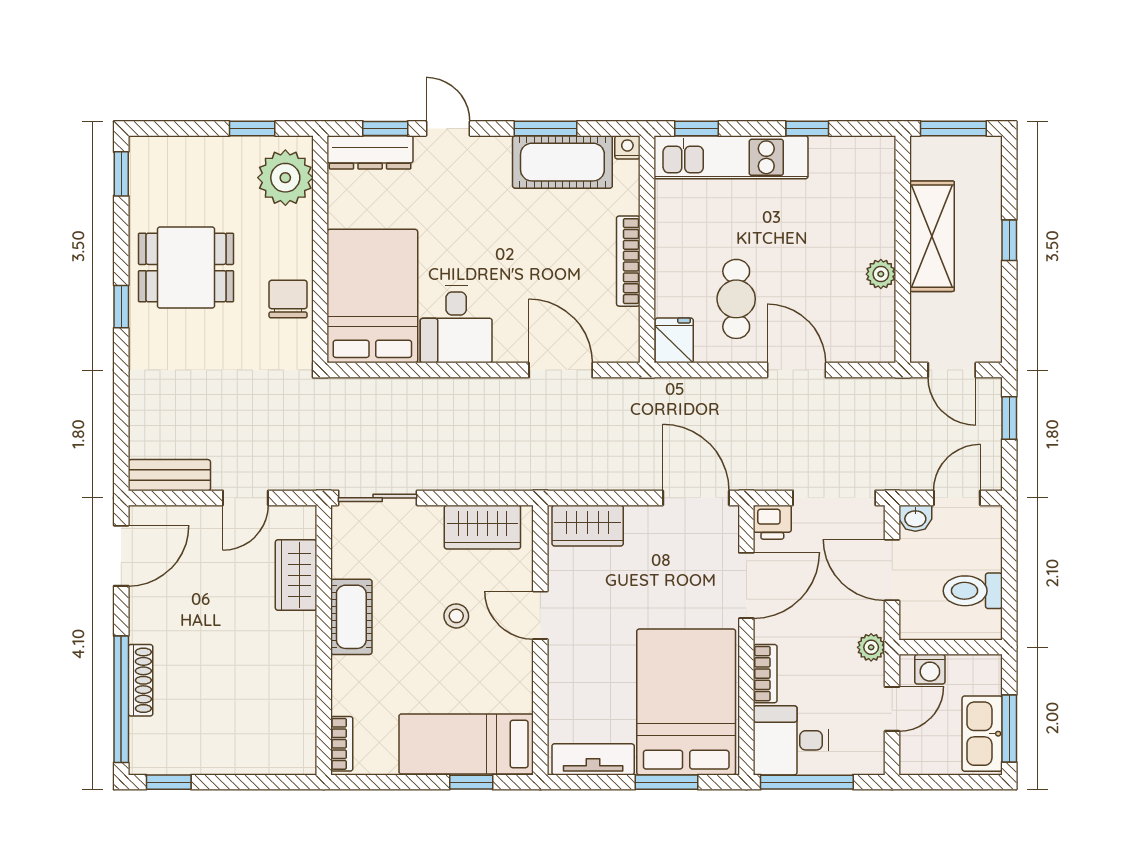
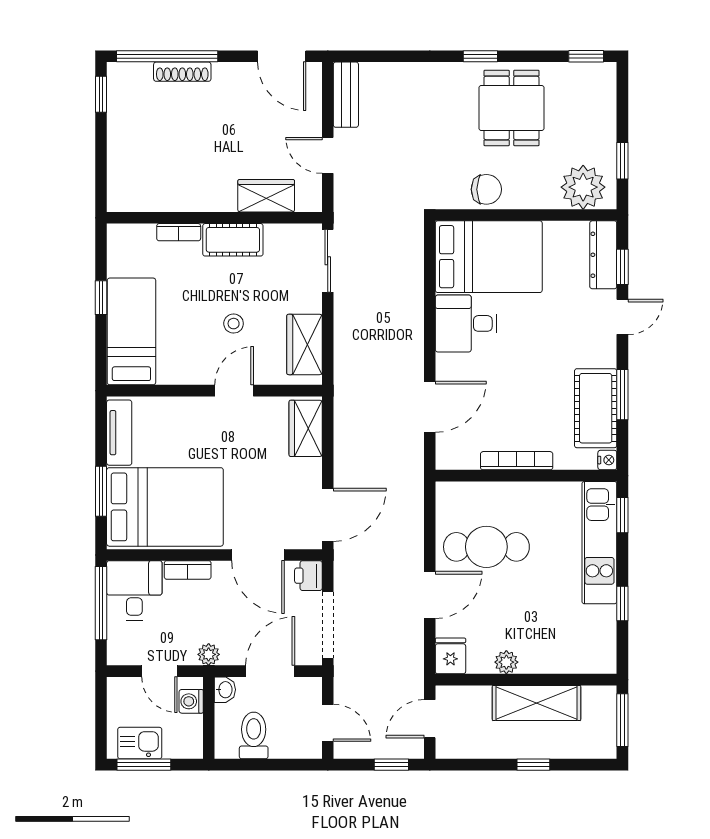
cafe table: (736, 299) -> (486, 547), width x1.37, depth x1.35
fridge: (674, 340) -> (450, 656), moved, turned -90
washbasin: (915, 518) -> (225, 690), moved, turned 180
kitchen sink: (982, 734) -> (140, 743), width x0.73
bookcase: (342, 744) -> (179, 232), moved
window: (471, 782) -> (101, 298), moved

